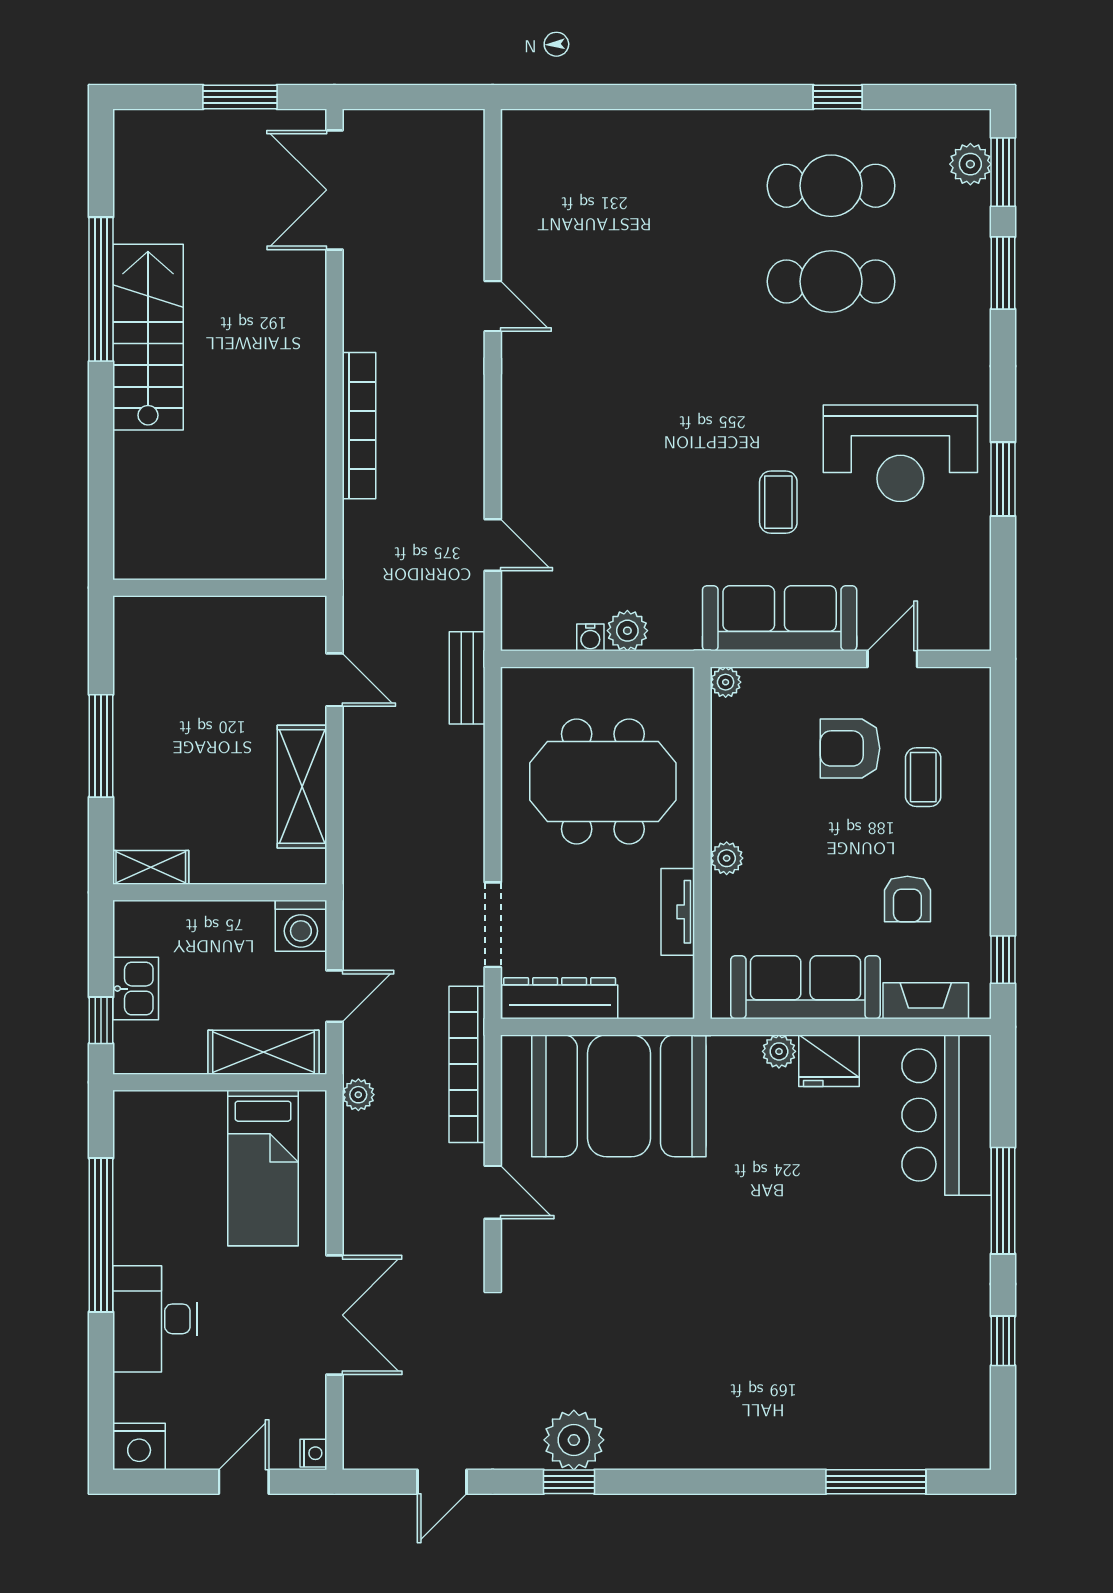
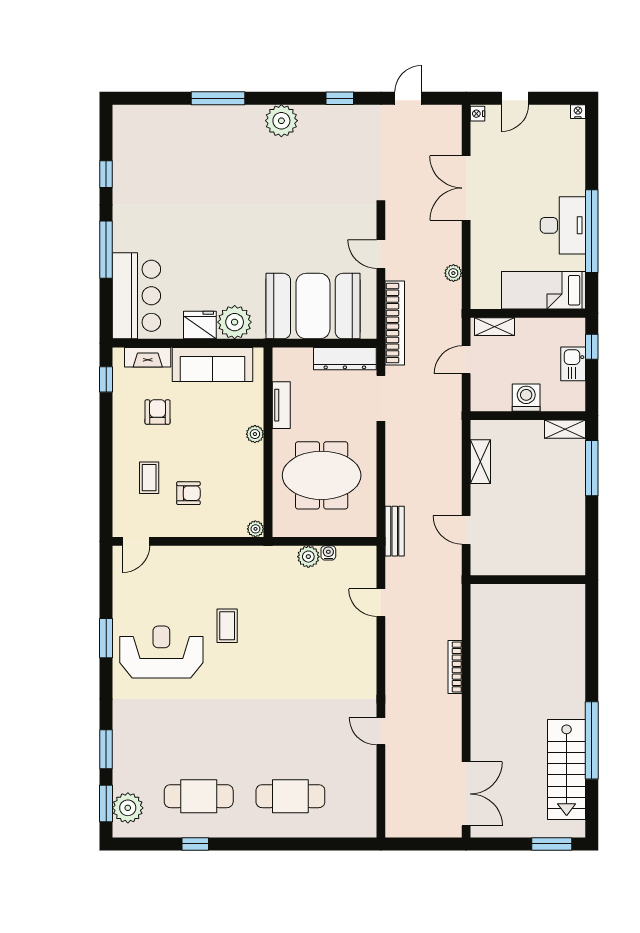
window: (240, 97) -> (552, 844), moved
plant: (970, 164) -> (128, 808), width x1.36, depth x1.36
cafe table: (831, 281) -> (290, 796), moved
stairs: (148, 337) -> (567, 769), moved
bookcase: (359, 426) -> (455, 667), width x0.68, depth x0.76
sofa: (780, 618) -> (226, 563), removed
door: (892, 659) -> (136, 541), moved
window: (101, 746) -> (592, 468), moved
armchair: (850, 748) -> (188, 493), width x0.72, depth x0.72
shelving: (302, 787) -> (480, 462), width x0.67, depth x0.75
washing machine: (301, 926) -> (526, 398), moved
plant: (779, 1051) -> (235, 322), width x1.88, depth x1.88
shelving: (263, 1052) -> (494, 327), width x0.67, depth x0.75
plant: (358, 1095) -> (453, 273), moved
bed: (263, 1168) -> (544, 290), moved, turned -90
desk: (155, 1319) -> (563, 225), moved
plant: (574, 1440) -> (281, 121), moved
nightstand: (139, 1446) -> (578, 112), width x0.53, depth x0.56
window: (876, 1482) -> (218, 98), moved

